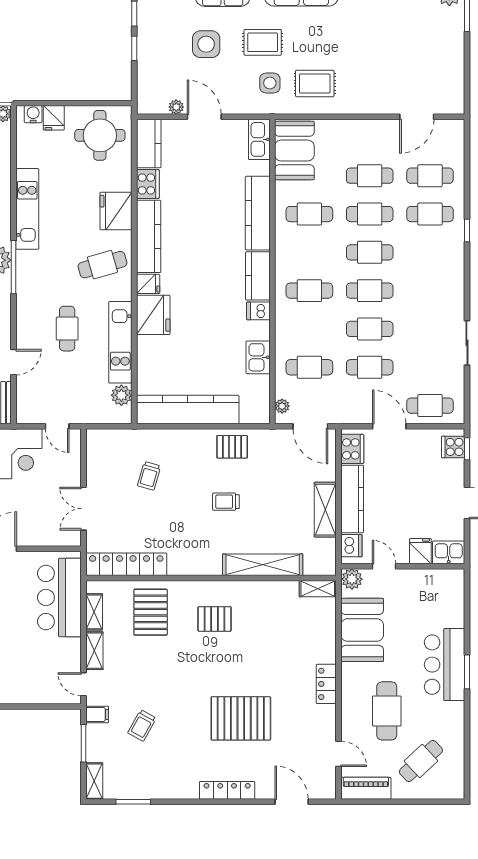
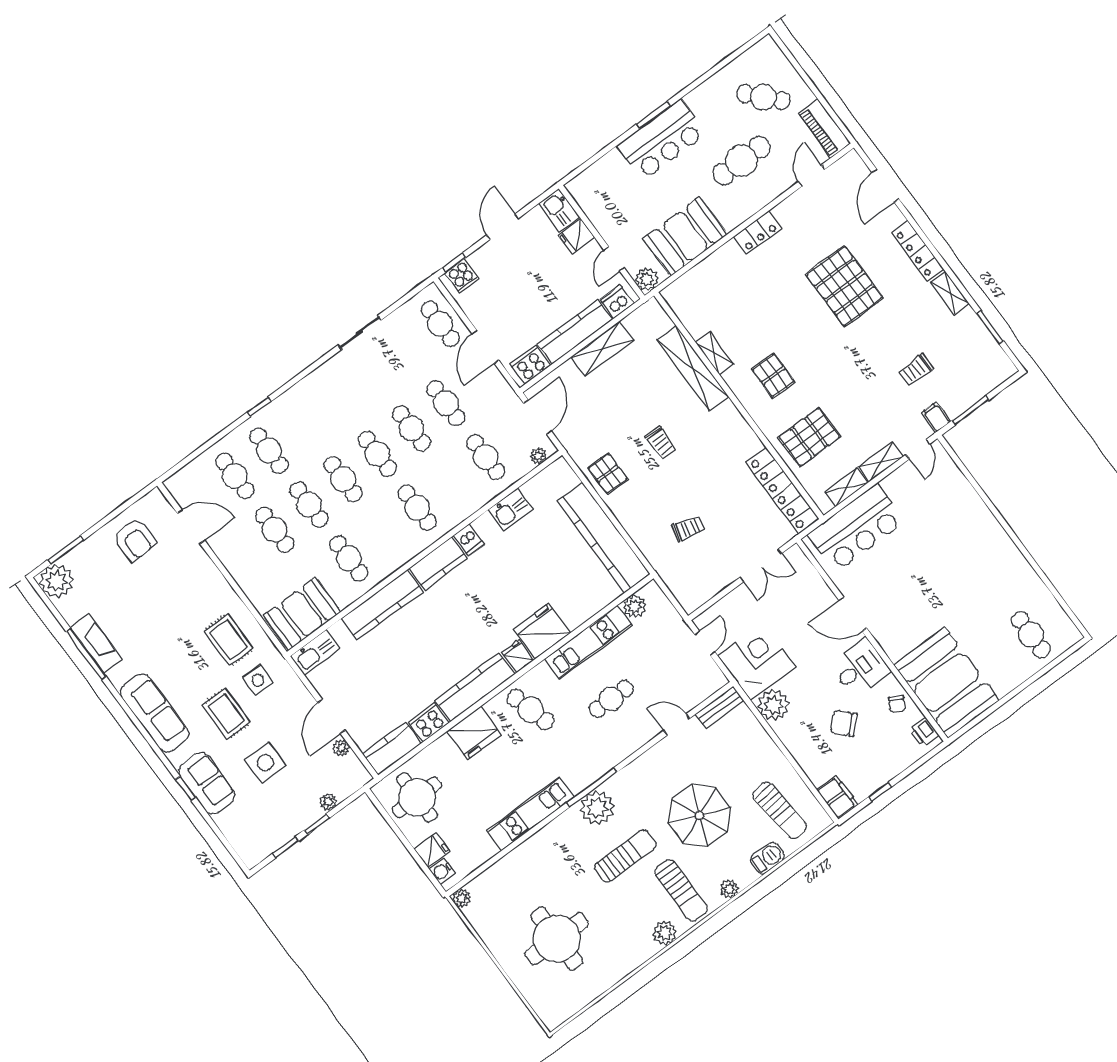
plant: (144, 69) -> (328, 802), added
armchair: (437, 69) -> (135, 540), added
shelving: (318, 589) -> (715, 353), moved
trolley: (142, 725) -> (916, 370), turned 151
shelving: (94, 781) -> (950, 293), moved, turned 90

